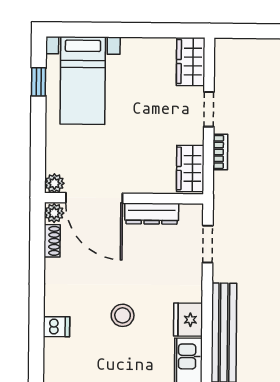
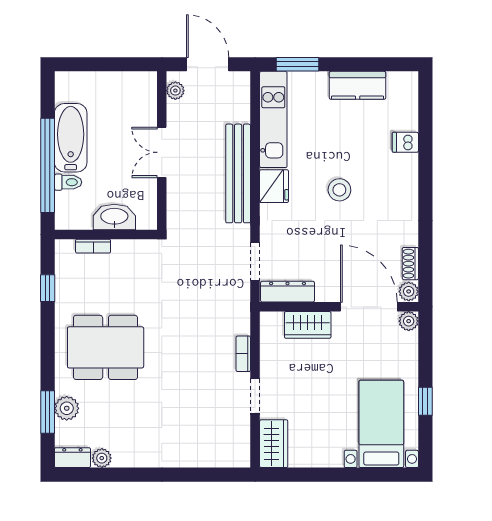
window: (39, 82) -> (425, 401), moved
wardrobe: (190, 168) -> (308, 325), moved, turned 90
dresser: (152, 214) -> (288, 292), moved
dishwasher: (56, 327) -> (405, 142), moved

